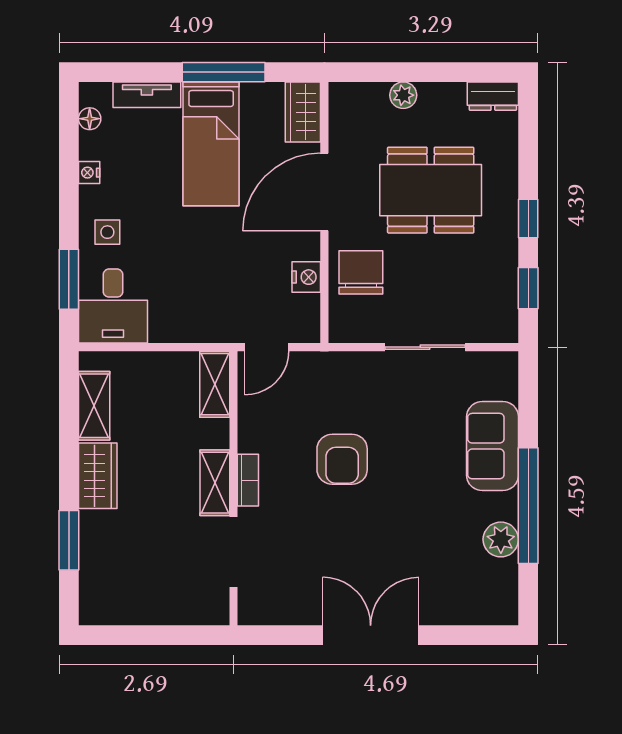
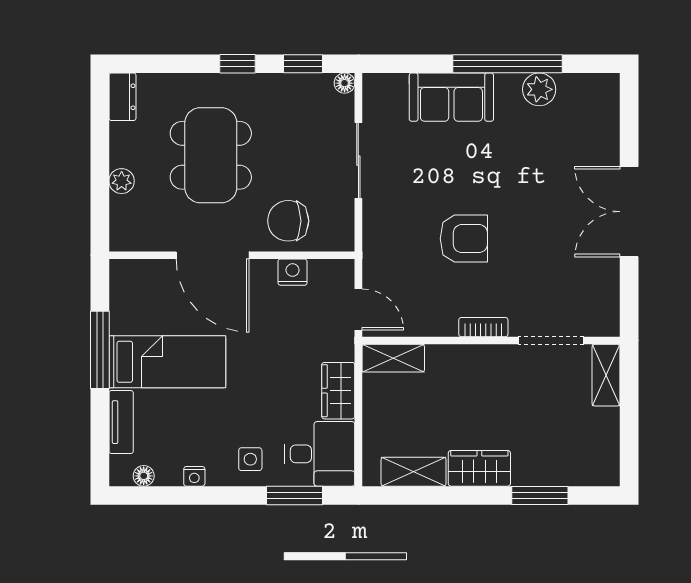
wardrobe: (303, 112) -> (338, 391), moved, turned 90
floor lamp: (507, 332) -> (345, 83), added
shelving: (215, 483) -> (606, 375), moved, turned 90

